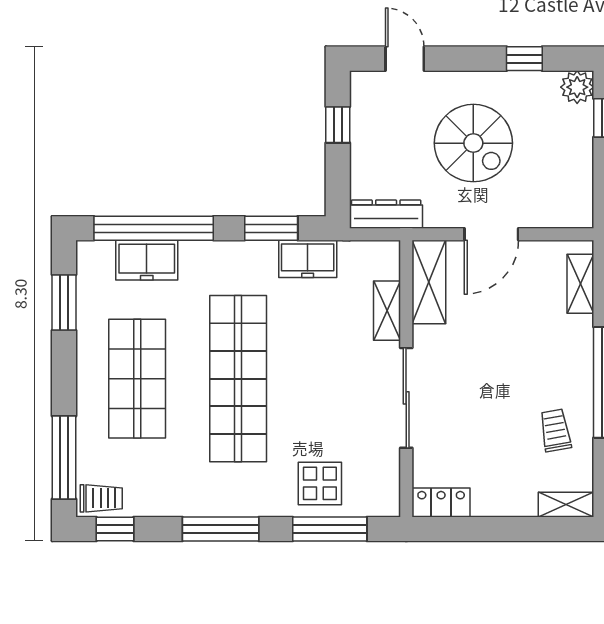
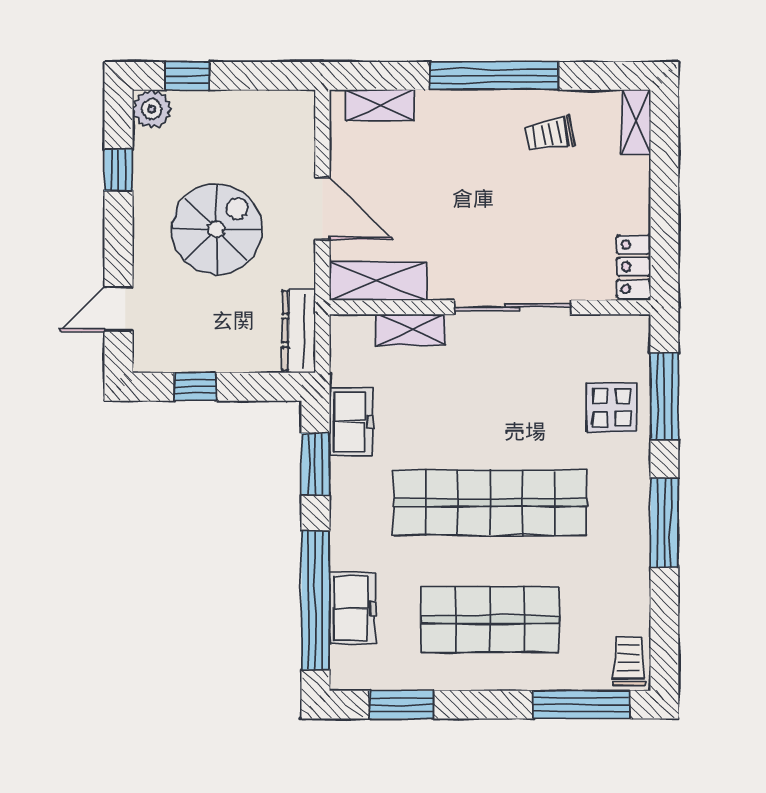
window: (115, 529) -> (664, 645), removed

